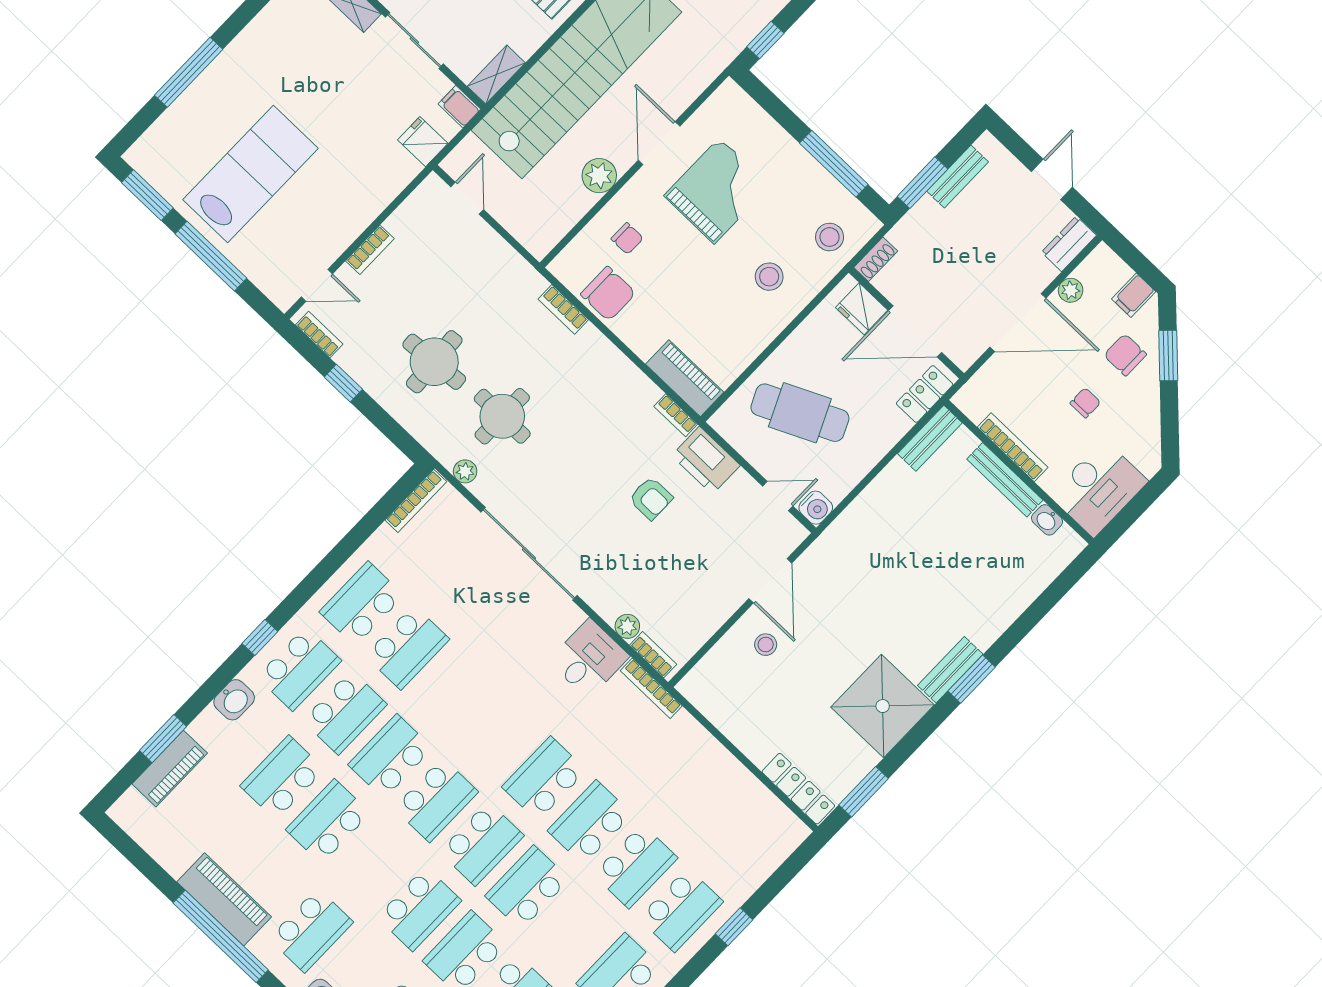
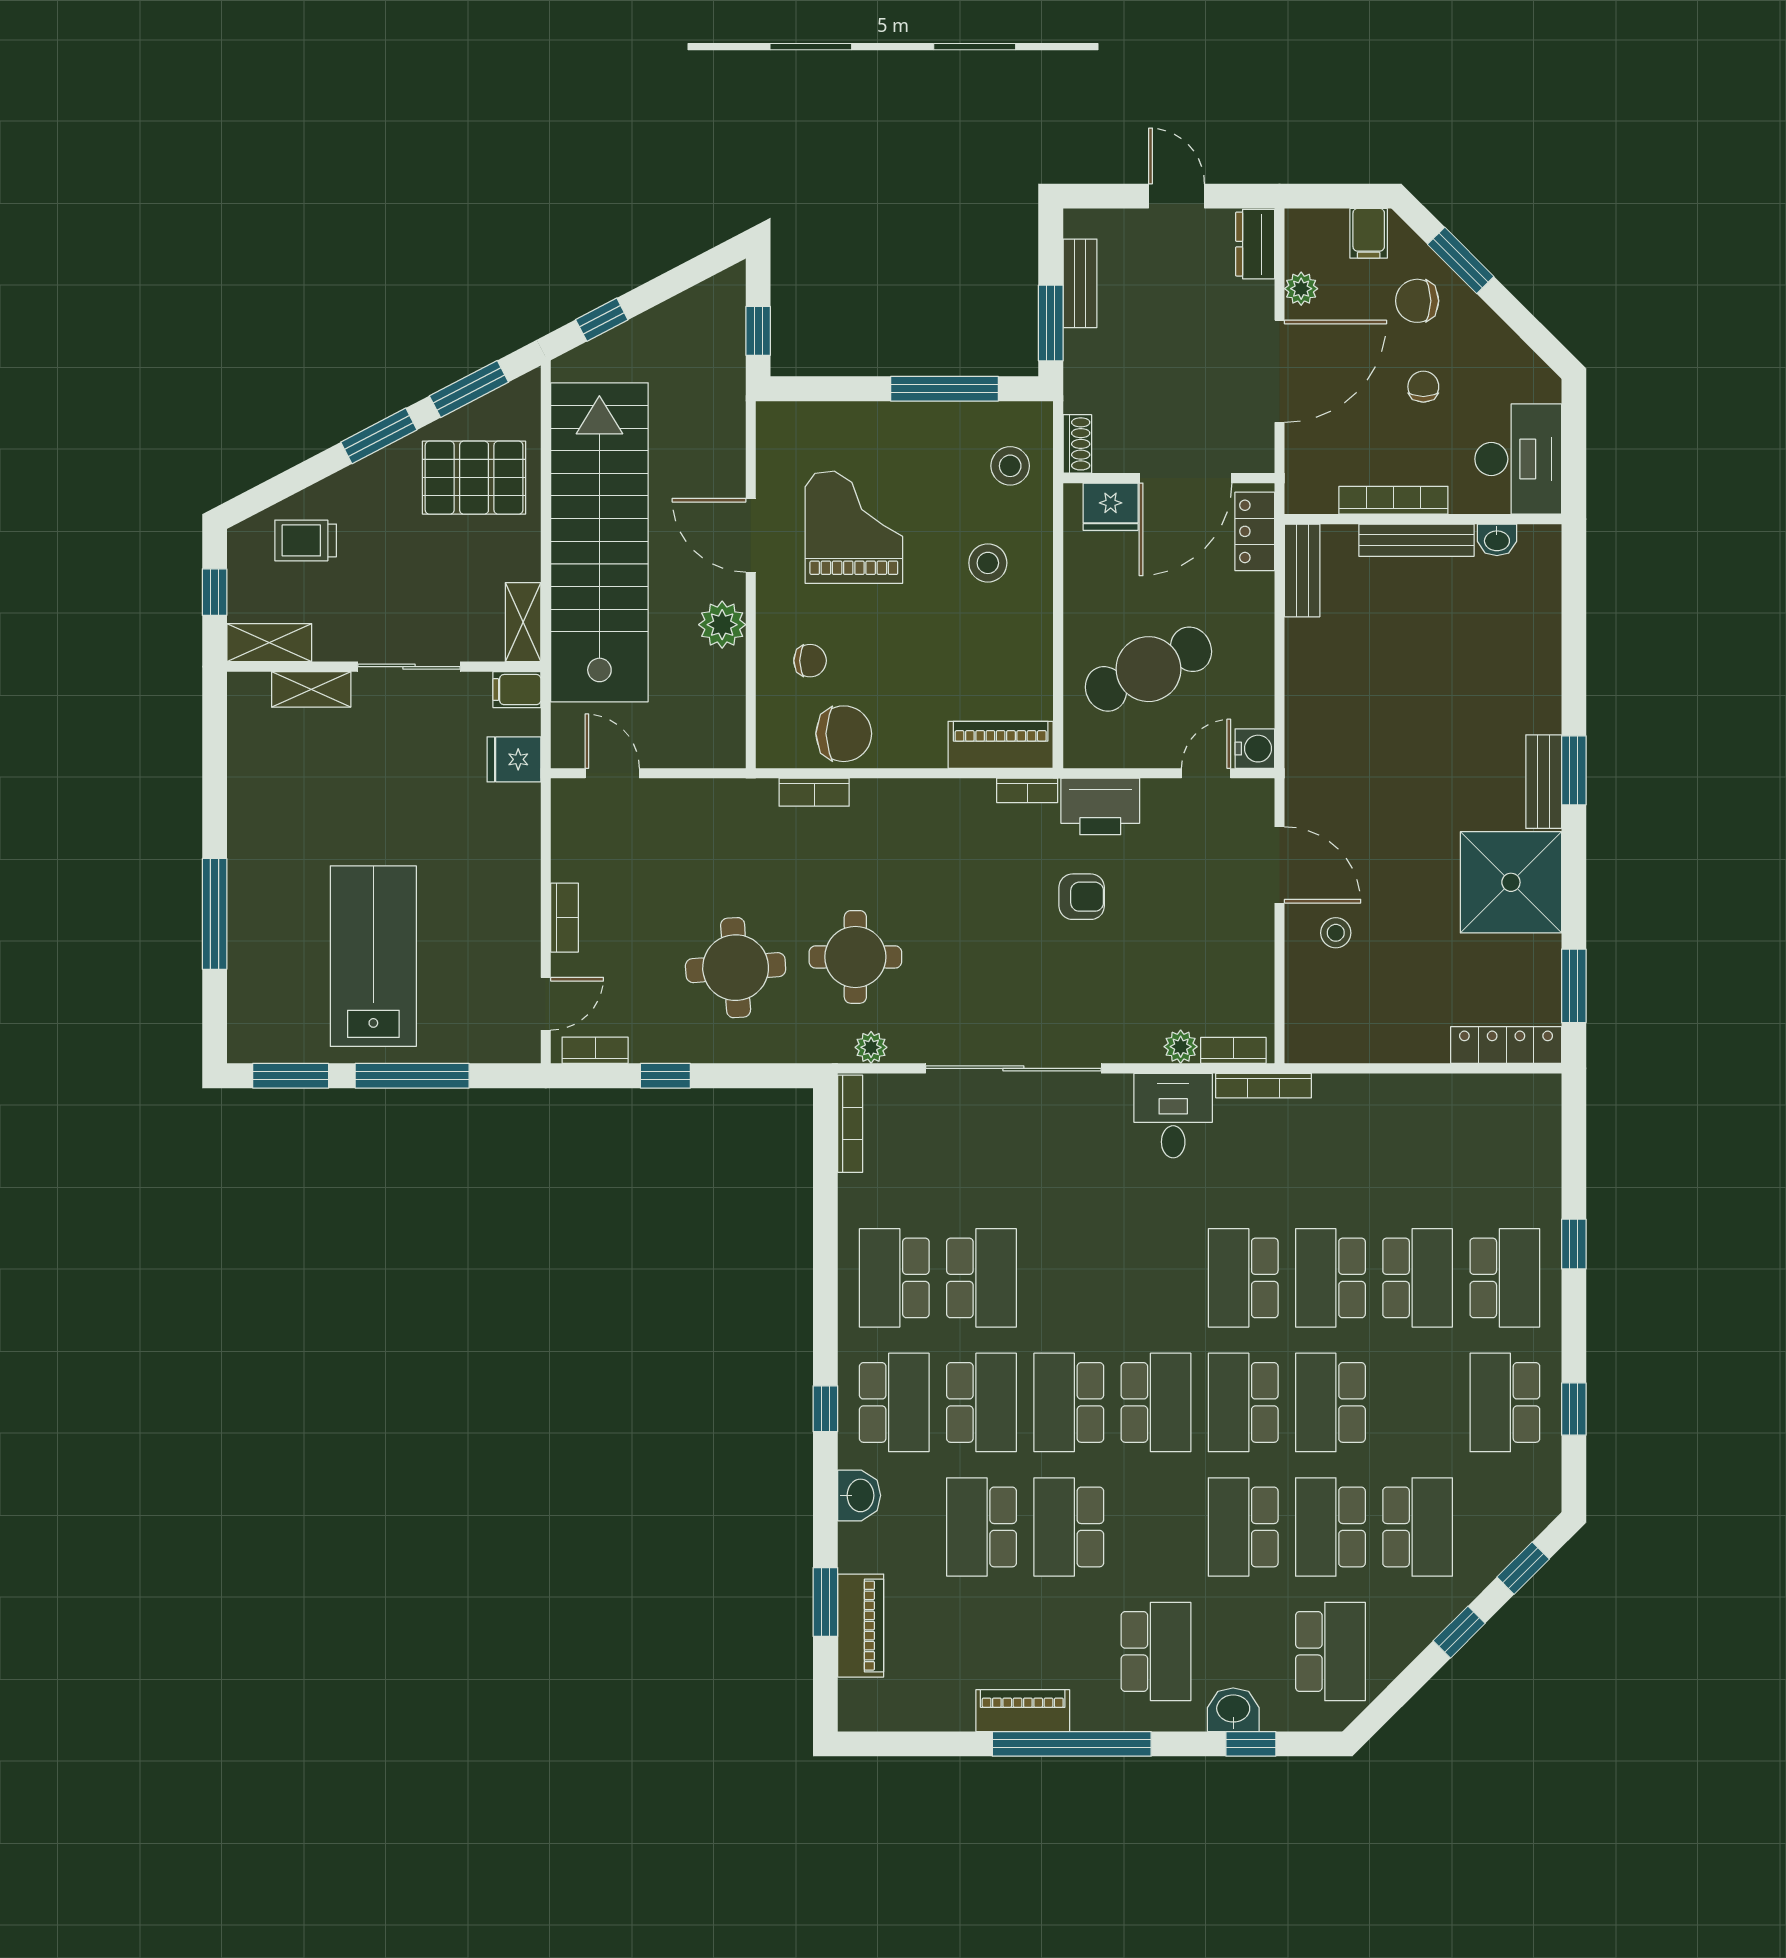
school desk: (482, 844) -> (1243, 1402), turned 180
piano: (224, 899) -> (1023, 1711), width x0.73, depth x0.75
school desk: (419, 909) -> (1243, 1527), turned 180

